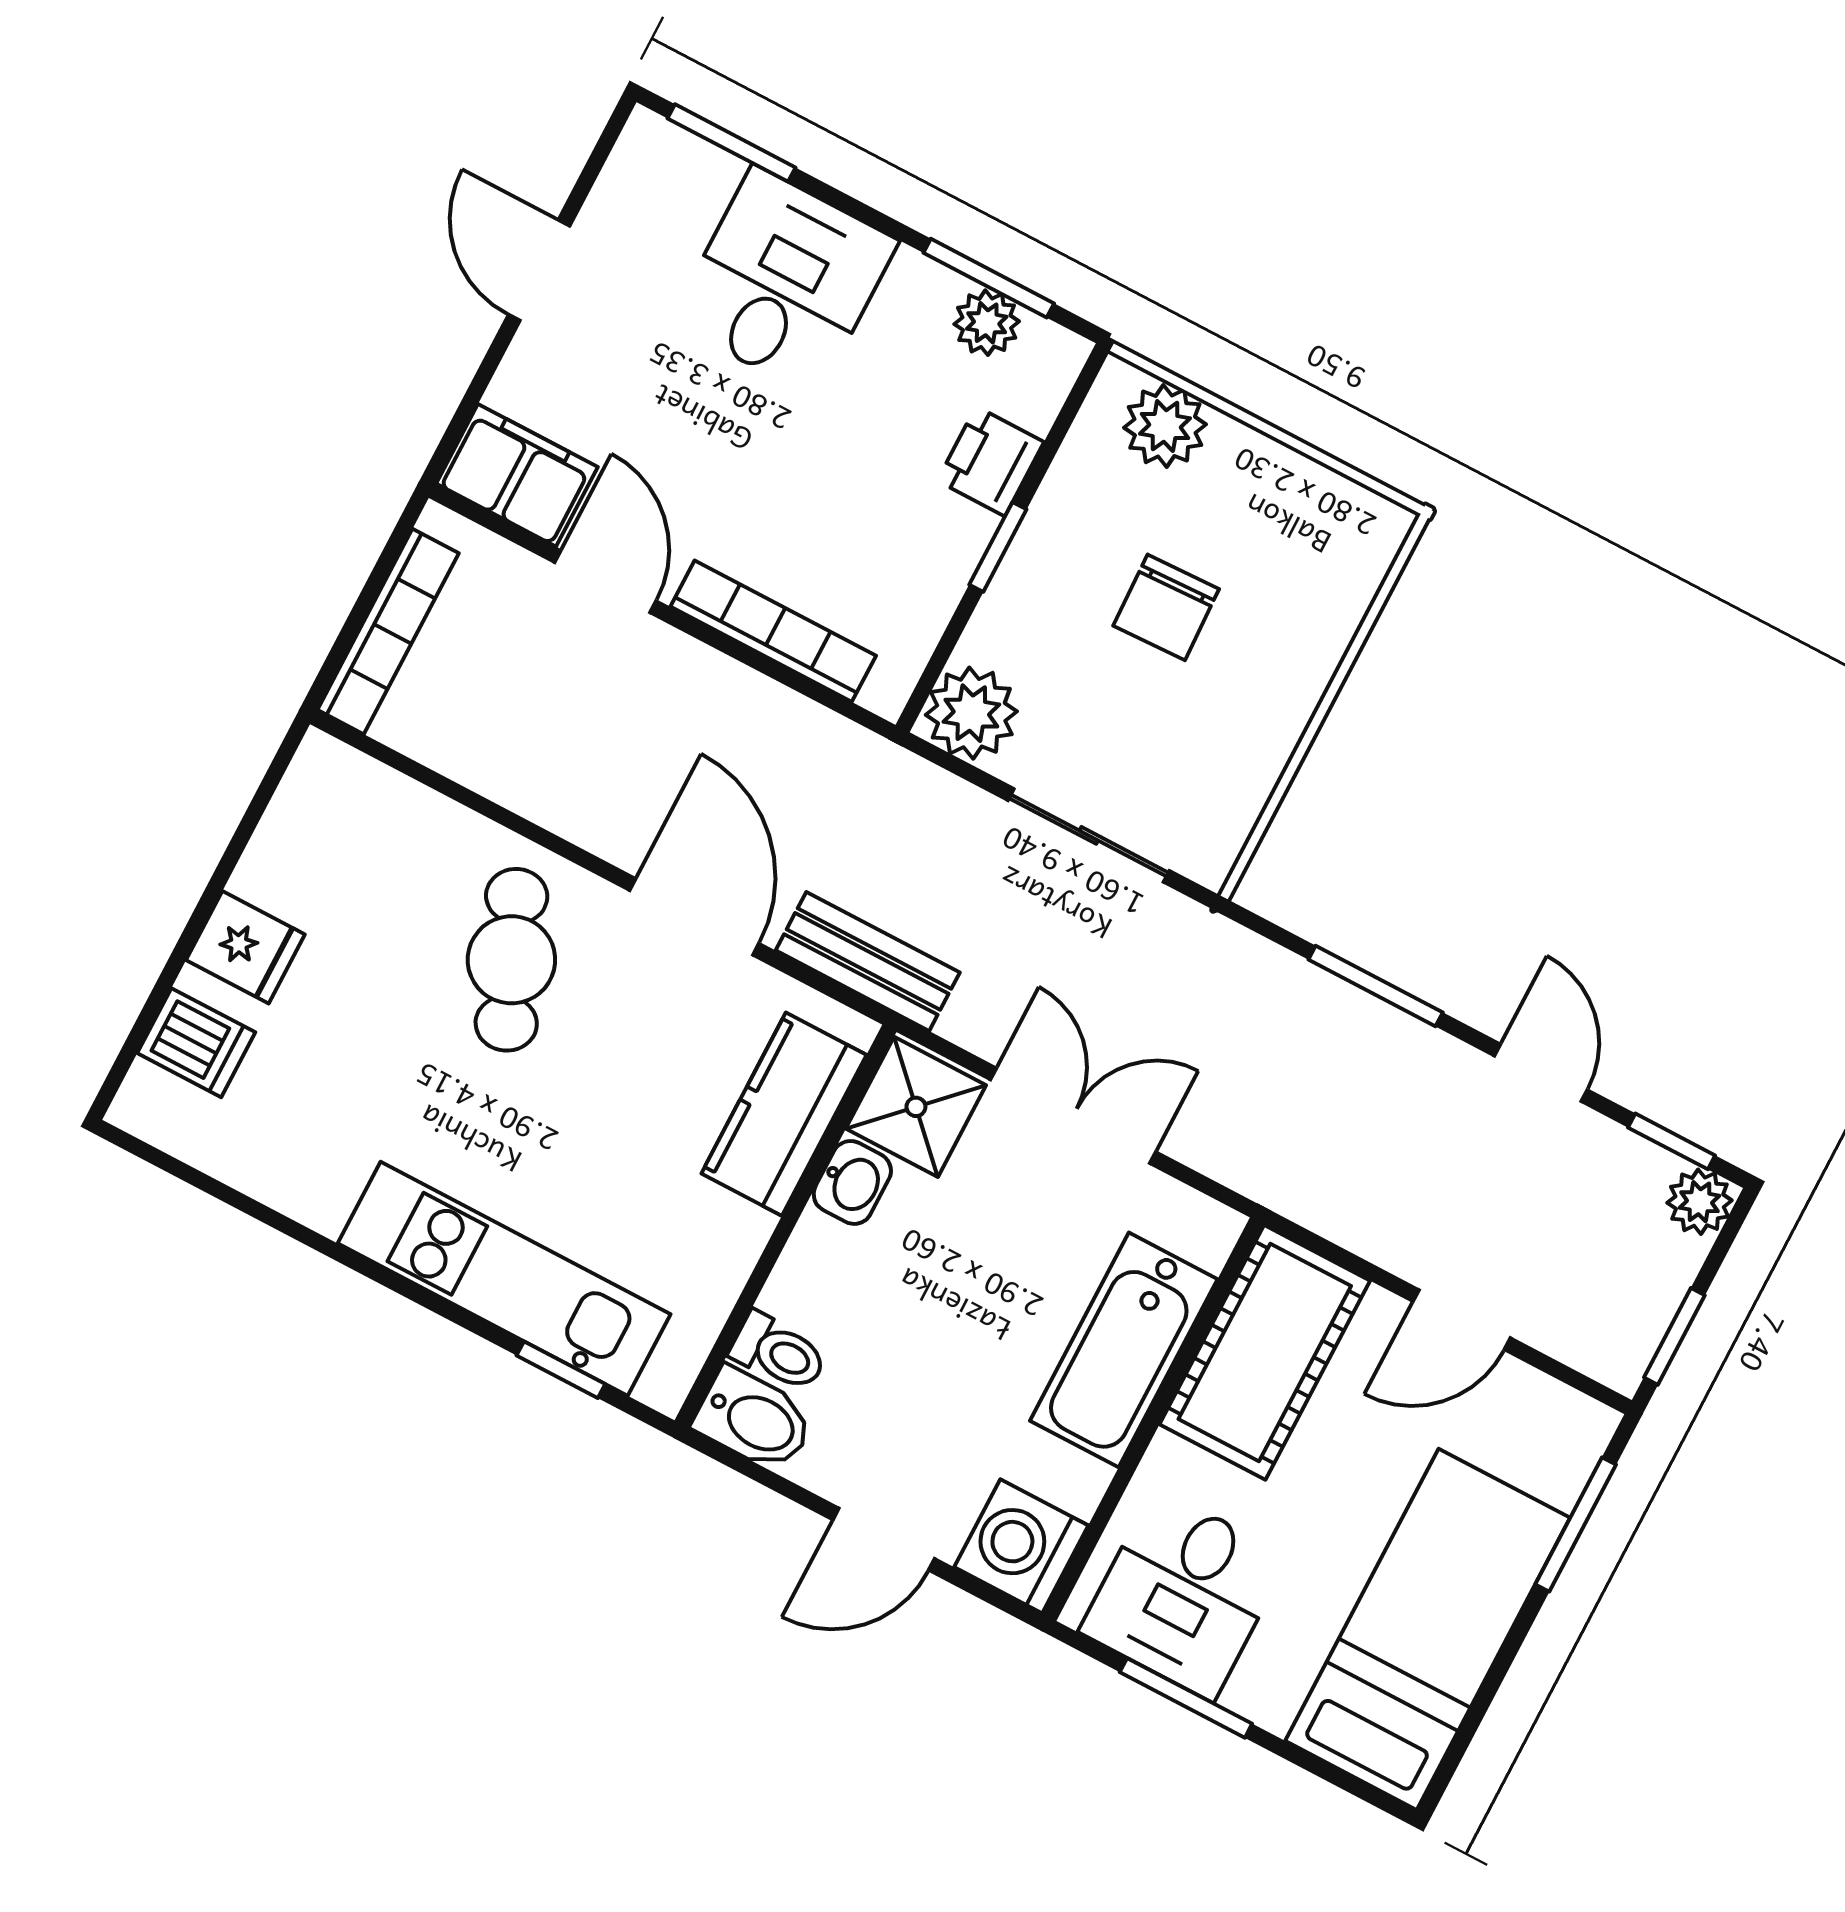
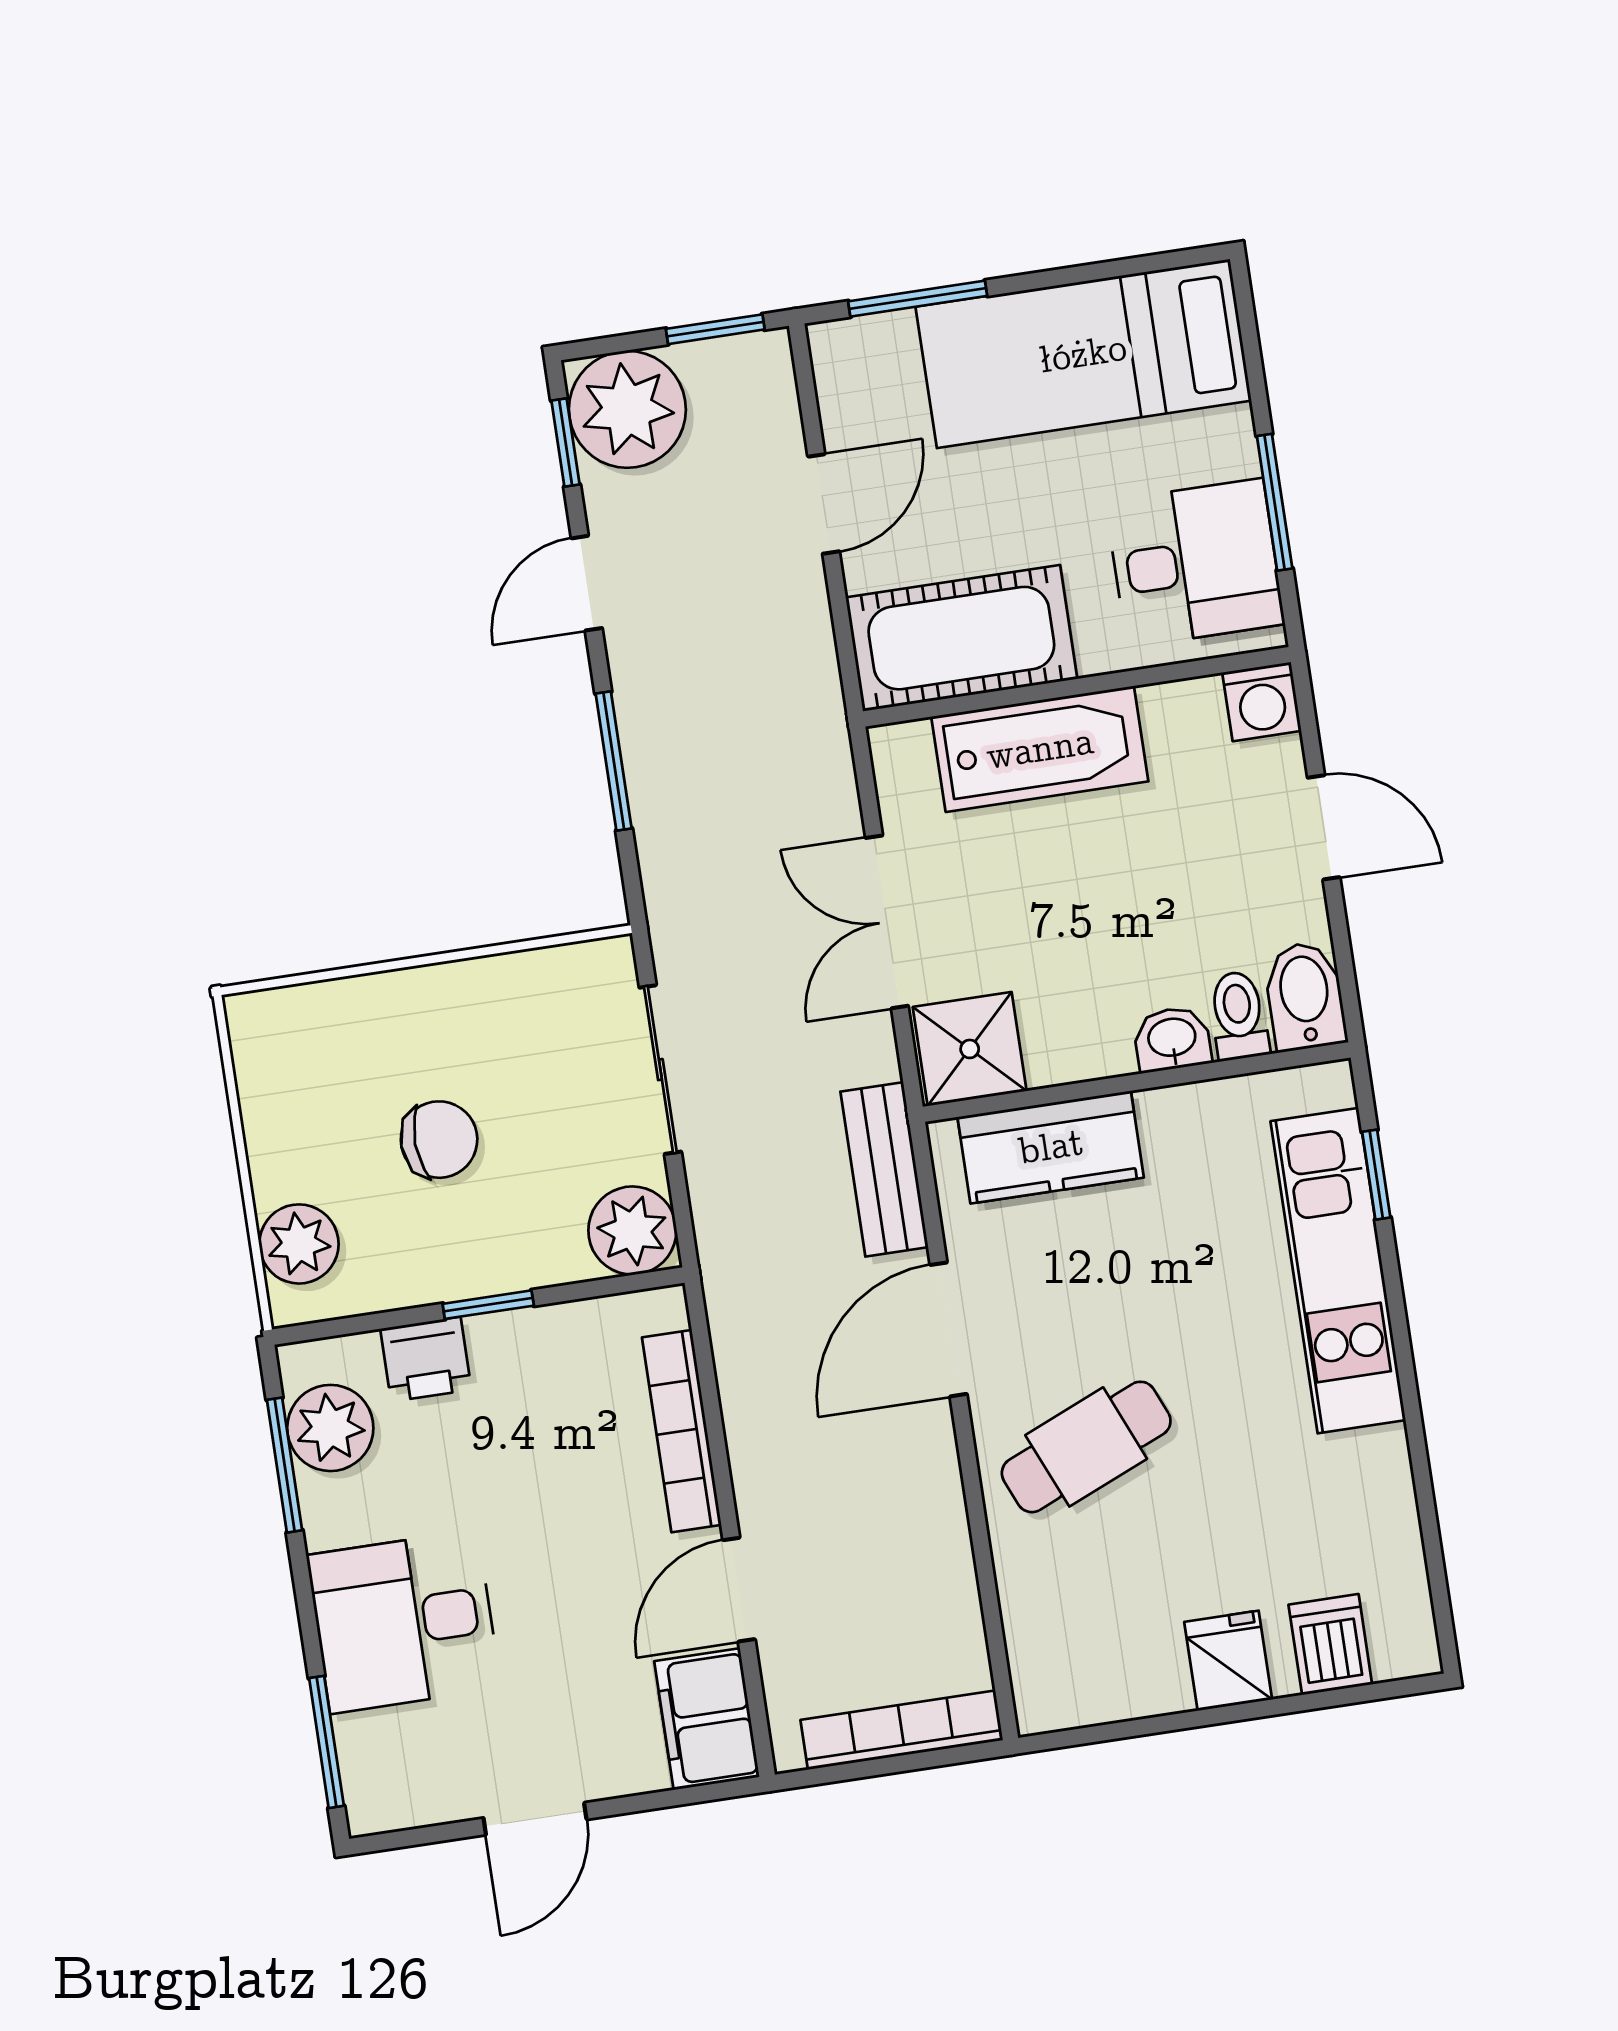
plant: (987, 323) -> (330, 1428), width x1.38, depth x1.38
washbasin: (852, 1182) -> (1172, 1039), moved
plant: (1700, 1202) -> (627, 409), width x1.88, depth x1.88
door: (1462, 1320) -> (824, 504), hinge flipped
washing machine: (1021, 1546) -> (1262, 702), width x0.73, depth x0.73

